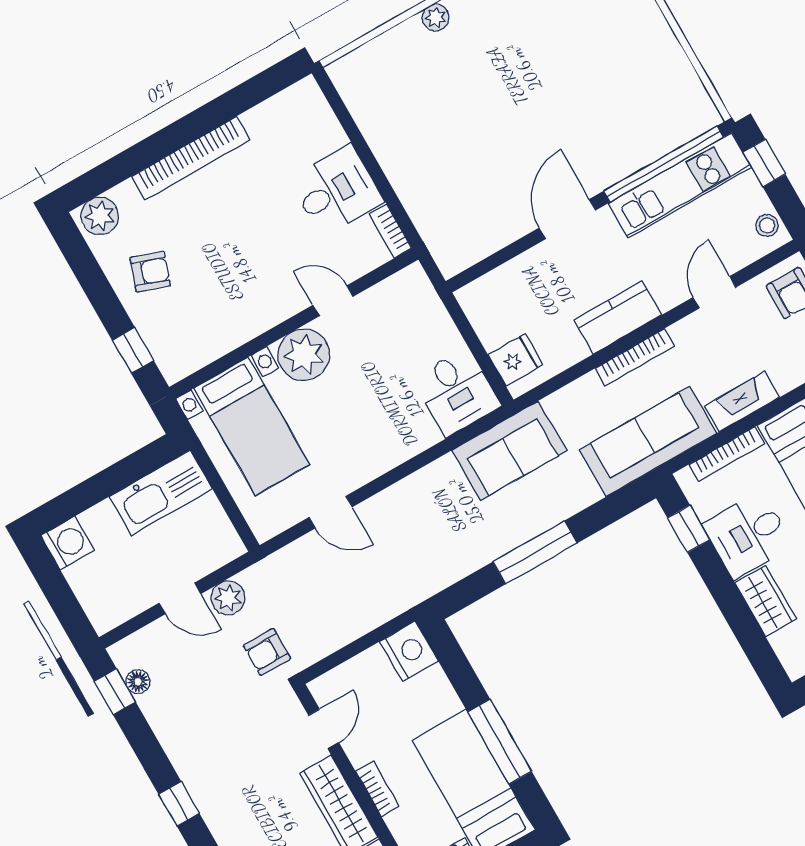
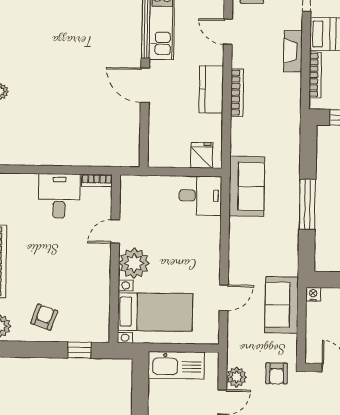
sofa: (648, 441) -> (282, 305), moved, width x0.73
kitchen sink: (161, 493) -> (176, 365), moved, turned 90
nightstand: (409, 651) -> (313, 294), width x0.53, depth x0.56

